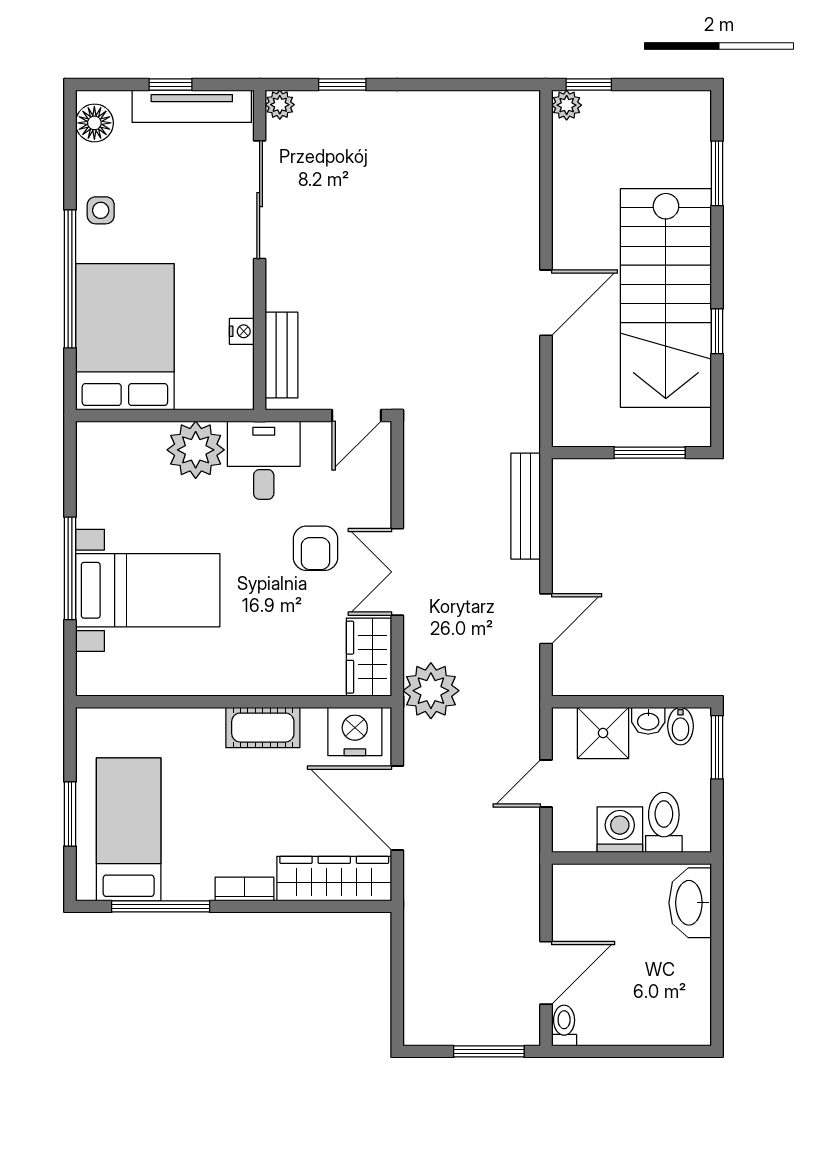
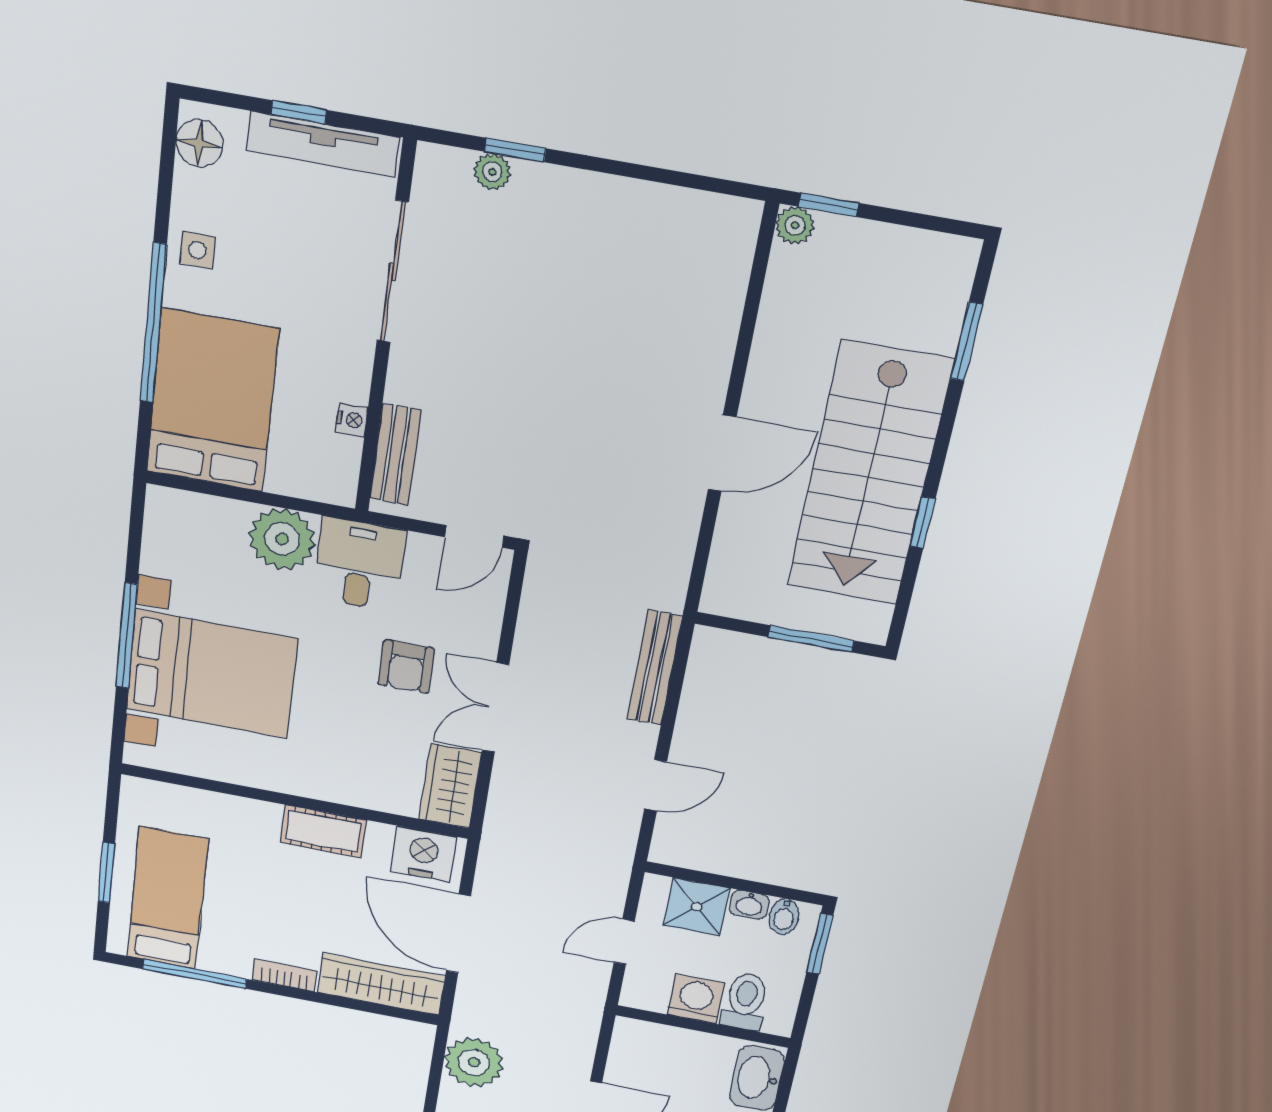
plant: (280, 105) -> (492, 172), moved
bed with nightstands: (148, 590) -> (212, 674), width x1.36
plant: (431, 691) -> (474, 1062), moved

